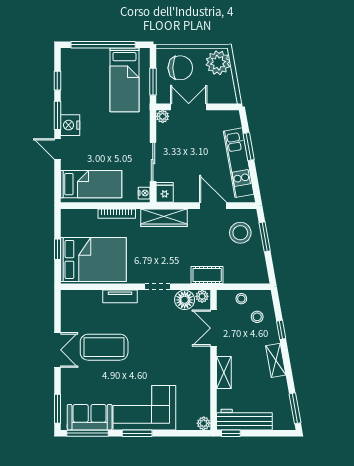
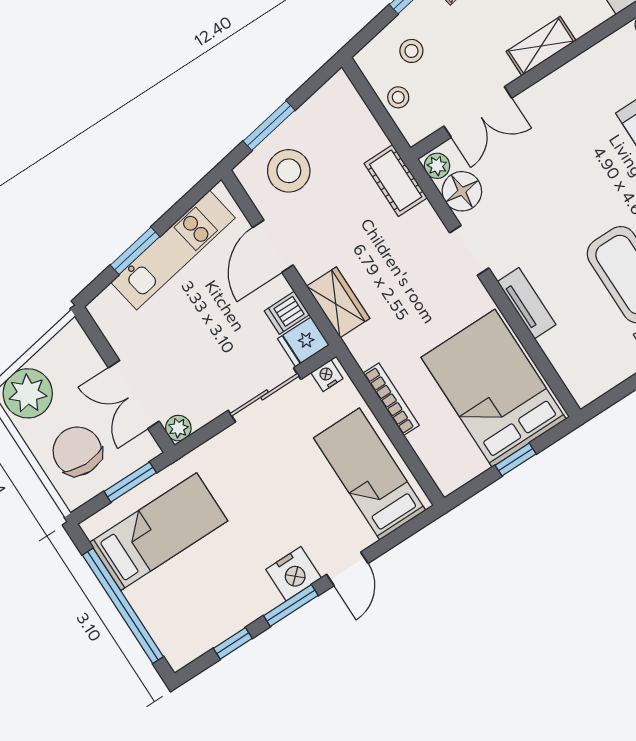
dishwasher: (181, 193) -> (287, 313), added
wardrobe: (164, 218) -> (338, 302), width x0.67

